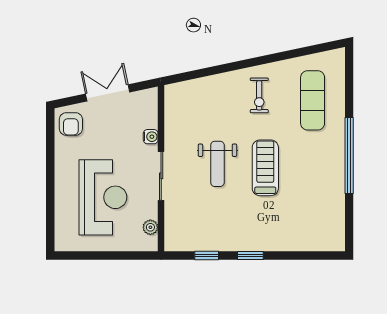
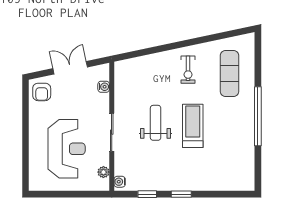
water cooler: (151, 137) -> (104, 87), moved
weight bench: (217, 164) -> (156, 123), turned 180
water cooler: (171, 240) -> (120, 182), added

